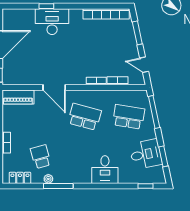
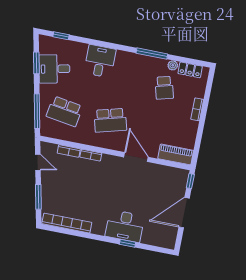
school desk: (85, 117) -> (110, 120), turned -30
plant: (48, 179) -> (173, 65), moved

